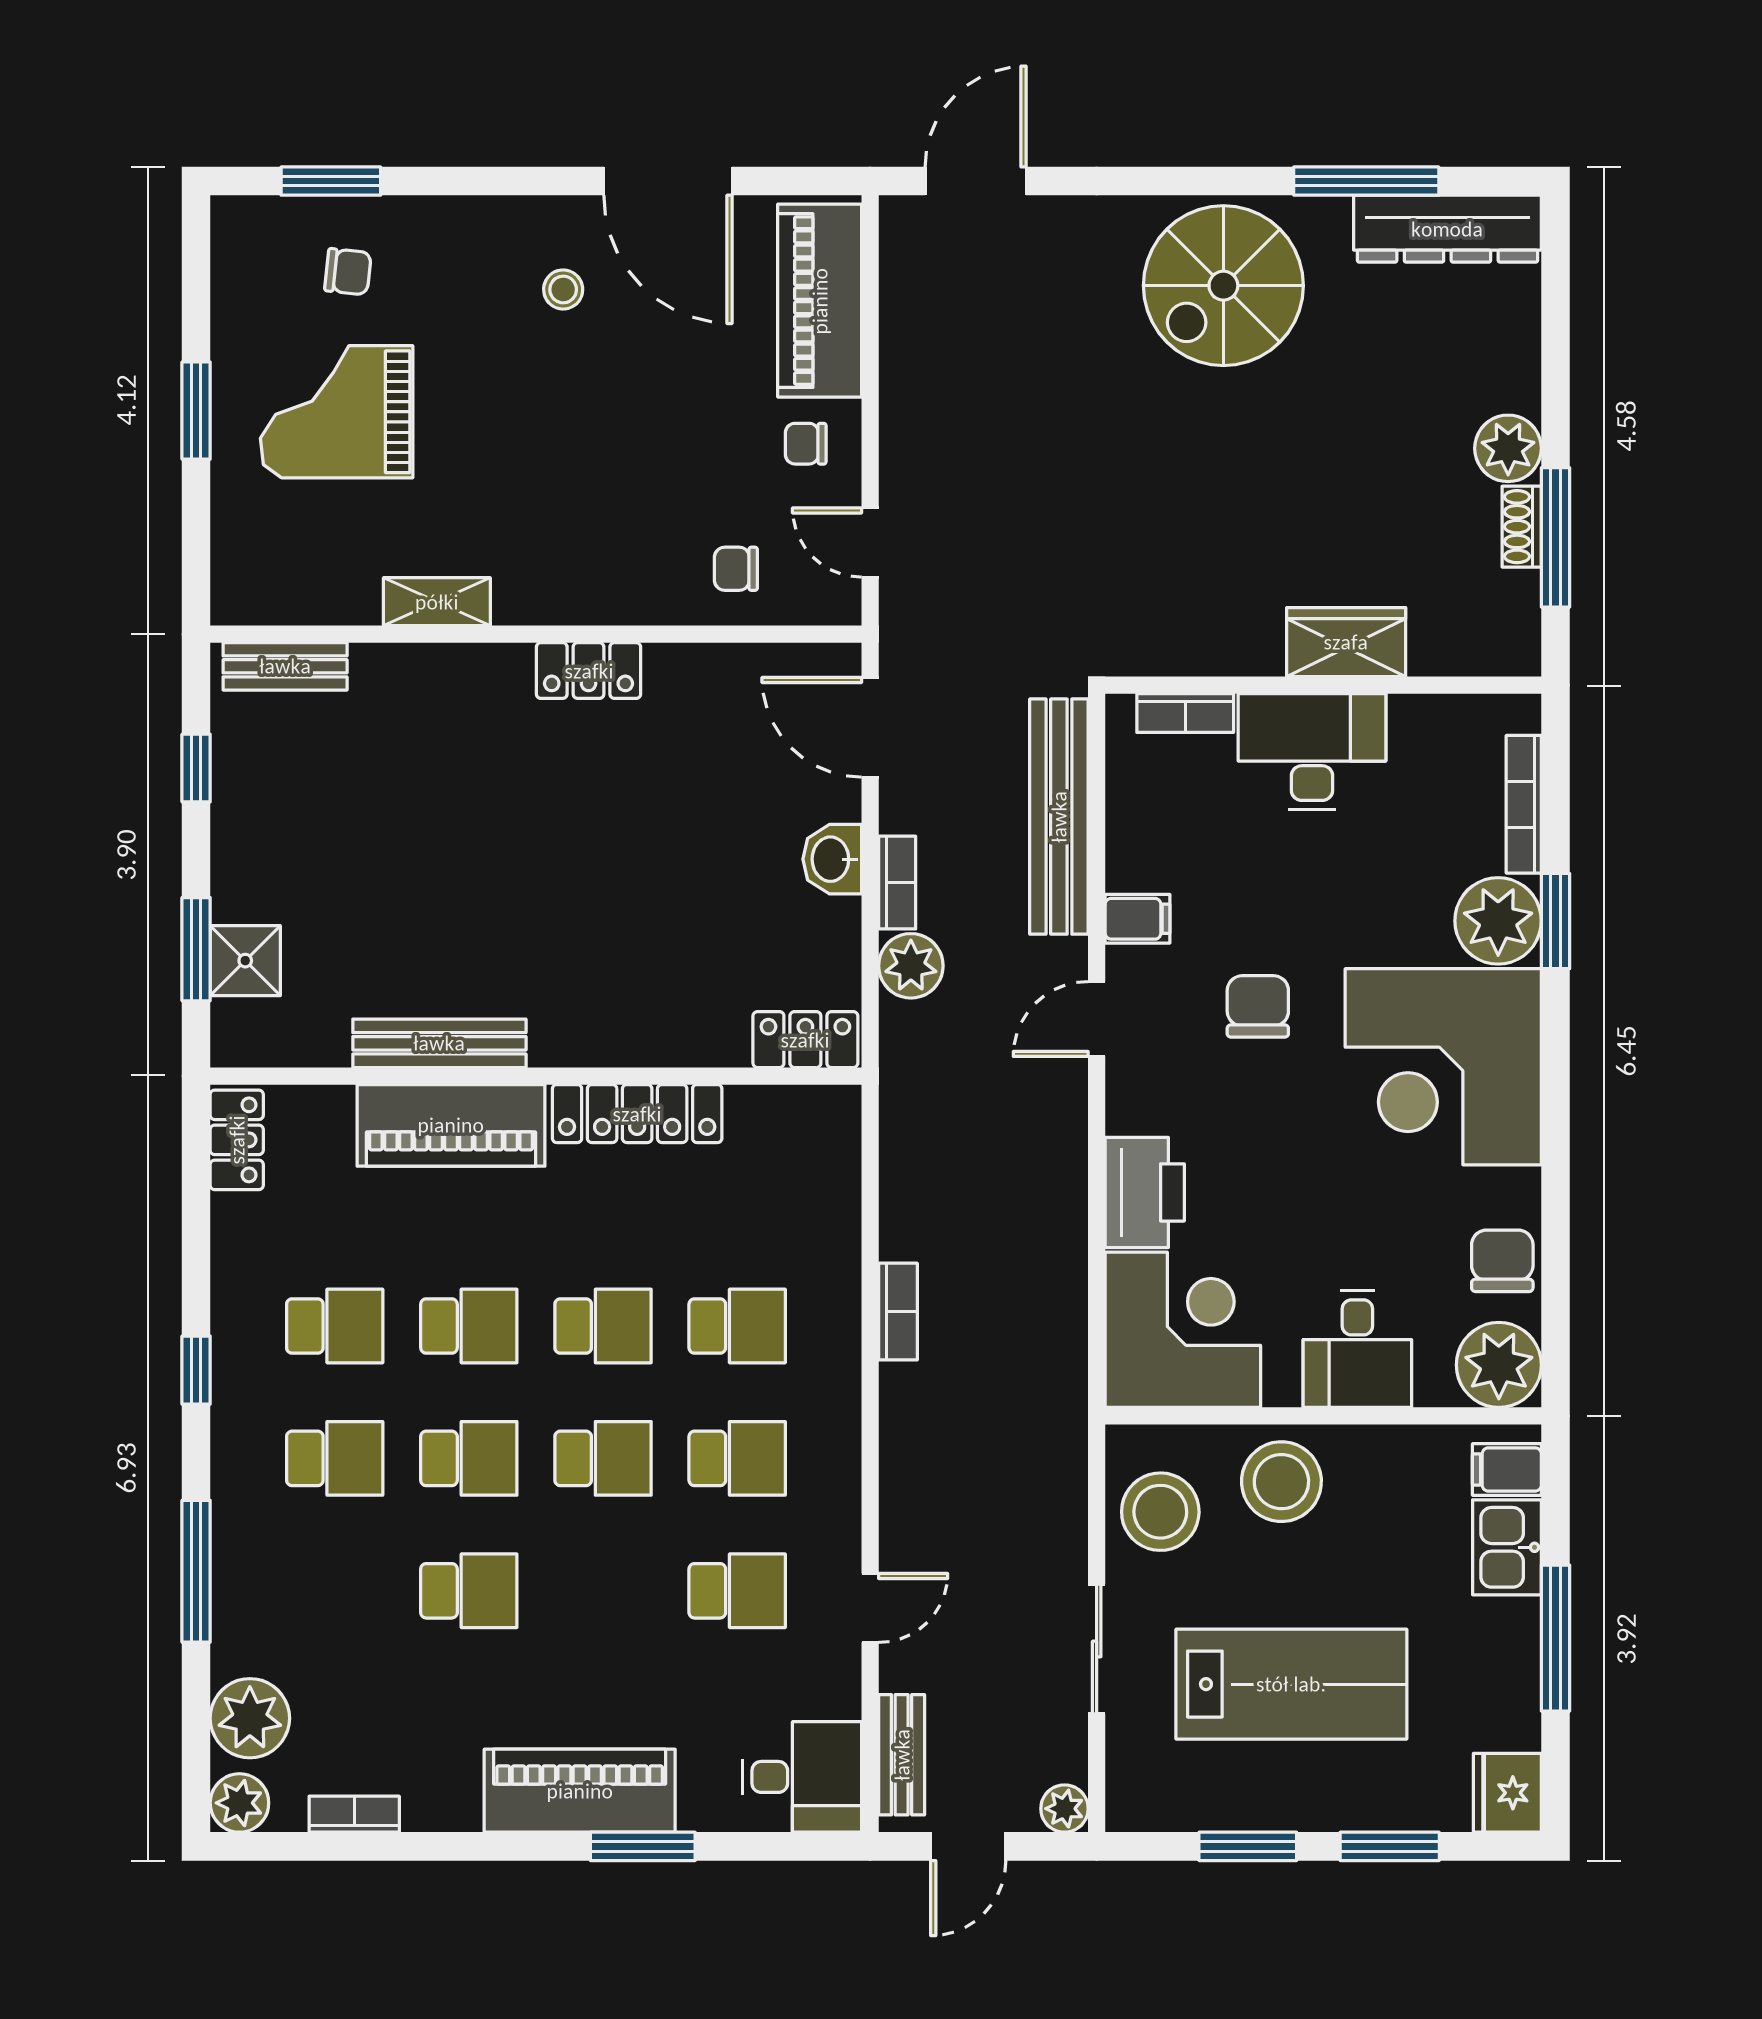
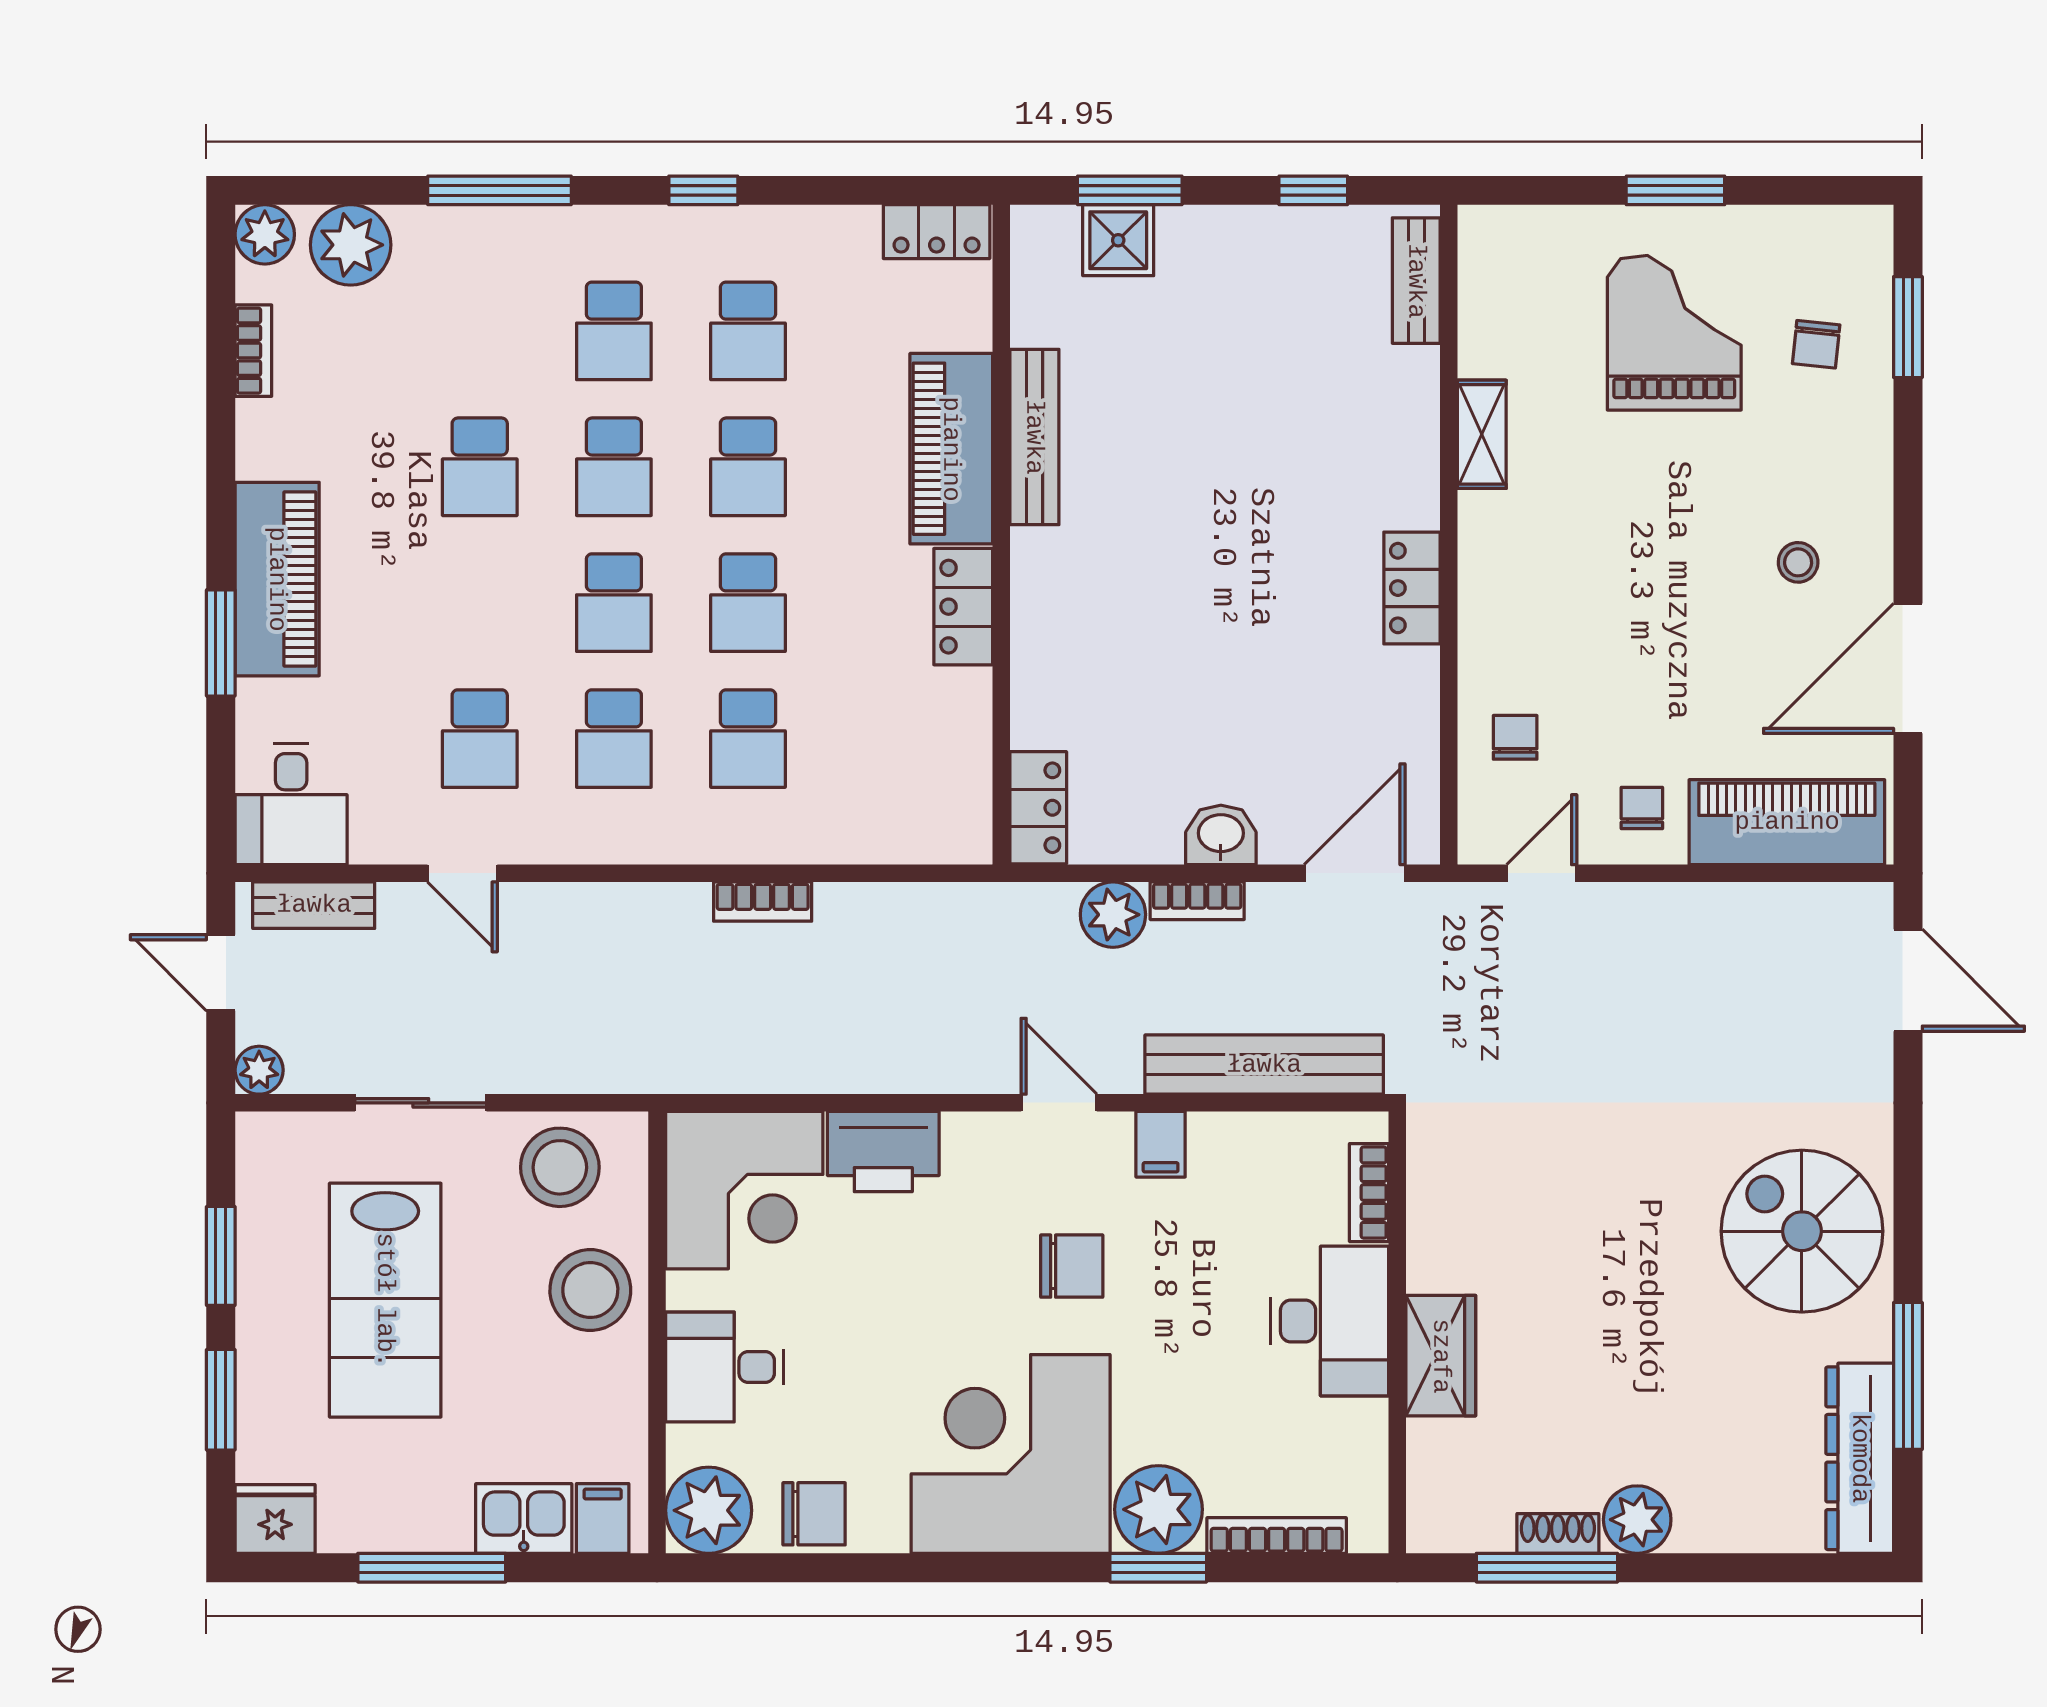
locker: (637, 1114) -> (963, 607), width x0.66

